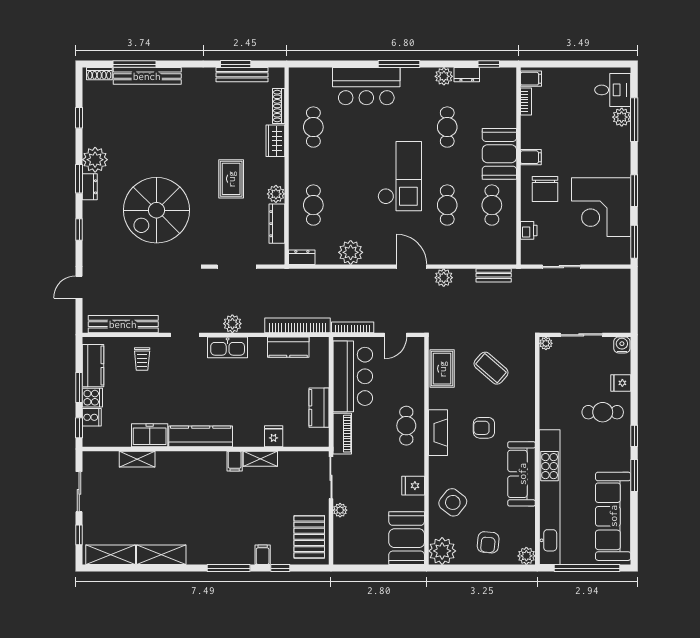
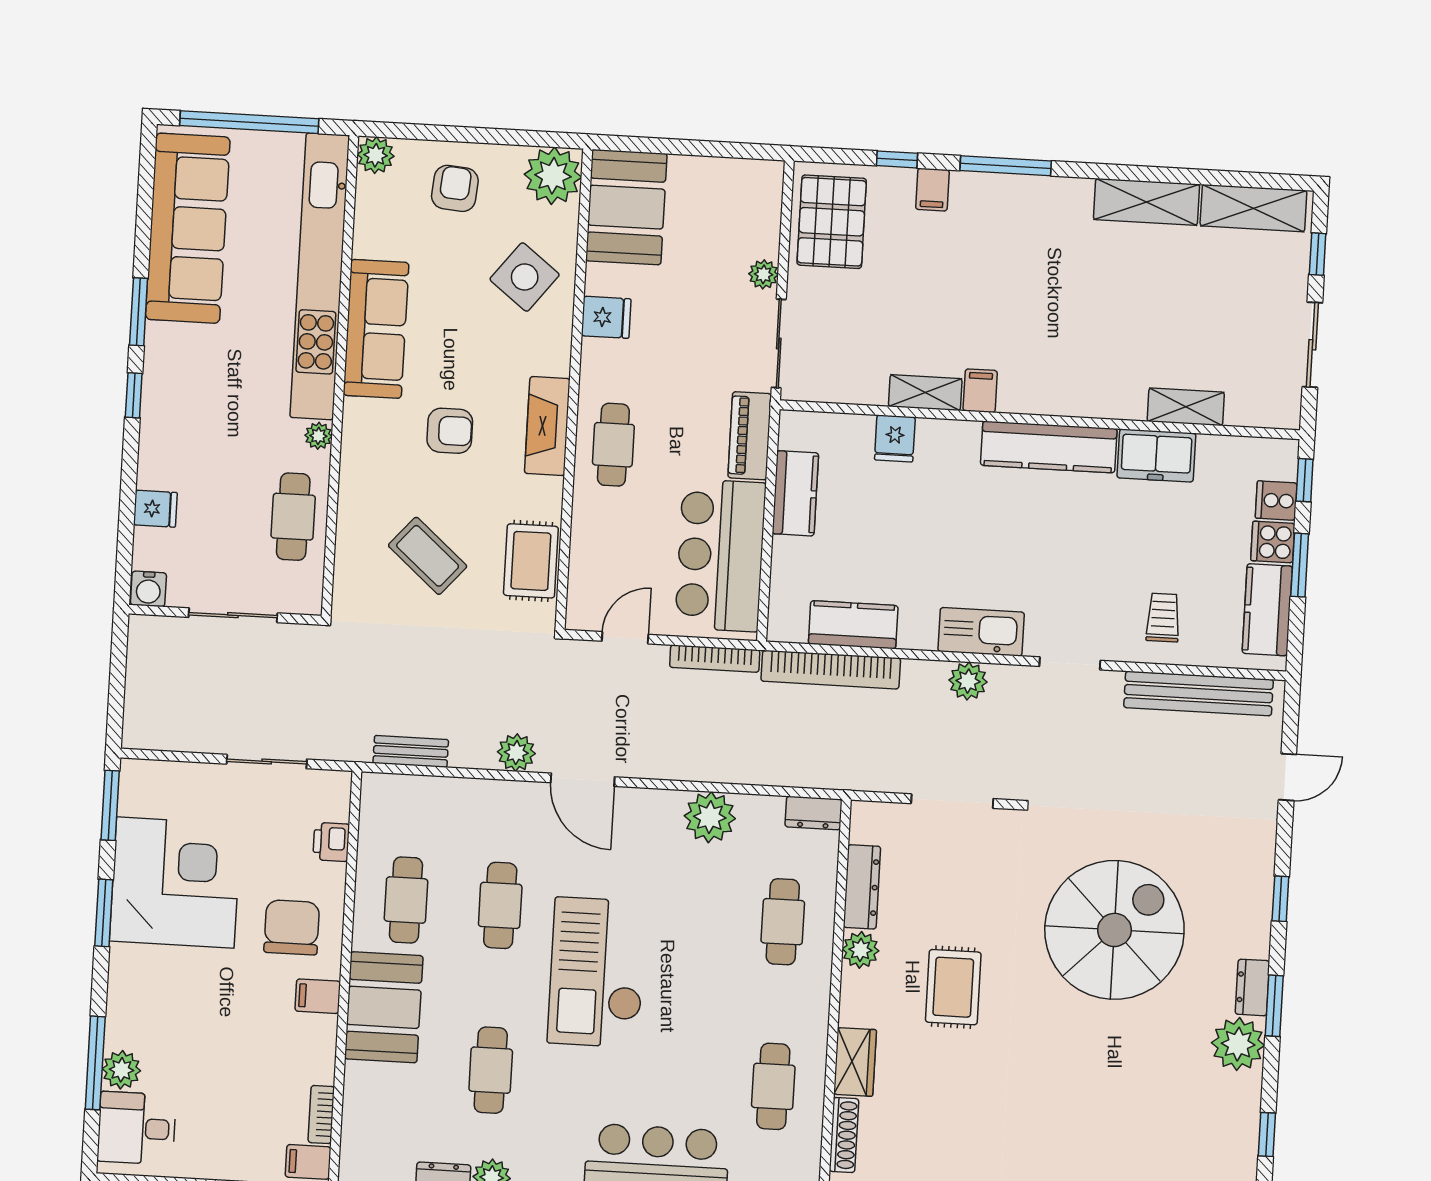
plant: (546, 343) -> (318, 436), moved
cafe table: (603, 412) -> (293, 517), moved, turned 90

